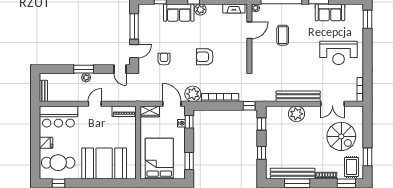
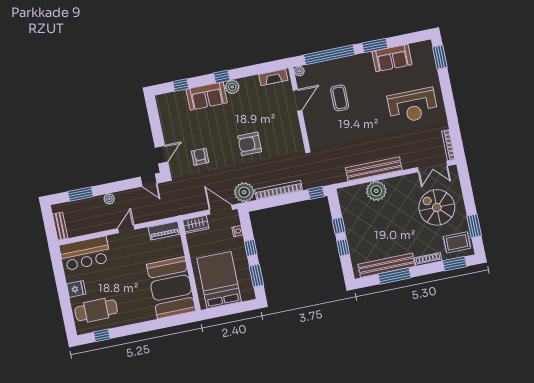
window: (134, 26) -> (155, 124), removed
window: (84, 69) -> (80, 194), moved
double door: (332, 104) -> (432, 167), moved
window: (189, 122) -> (251, 248), moved
window: (262, 124) -> (339, 226), moved
spiral stairs: (341, 136) -> (437, 207), turned 180
booth: (104, 164) -> (171, 288), moved, turned 90
rug: (351, 167) -> (457, 242), turned 90

